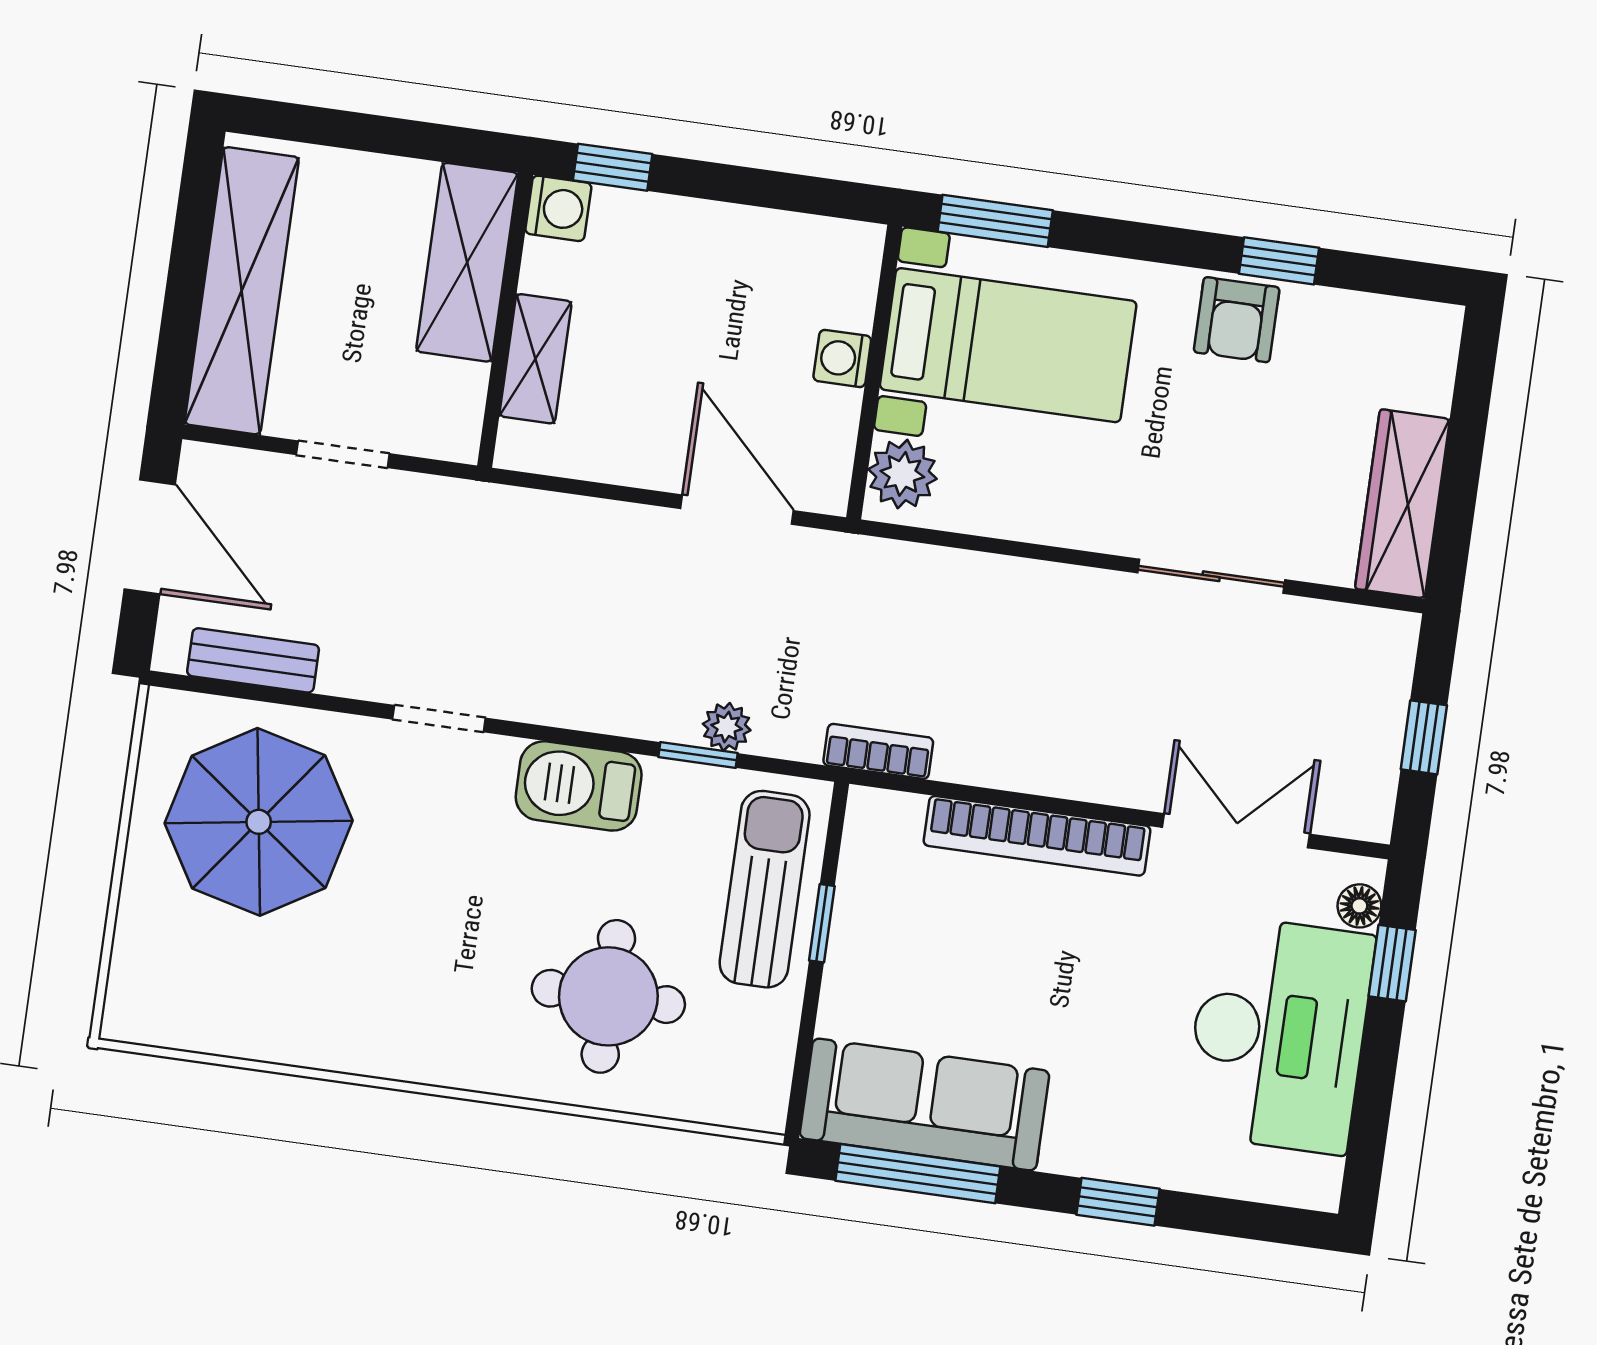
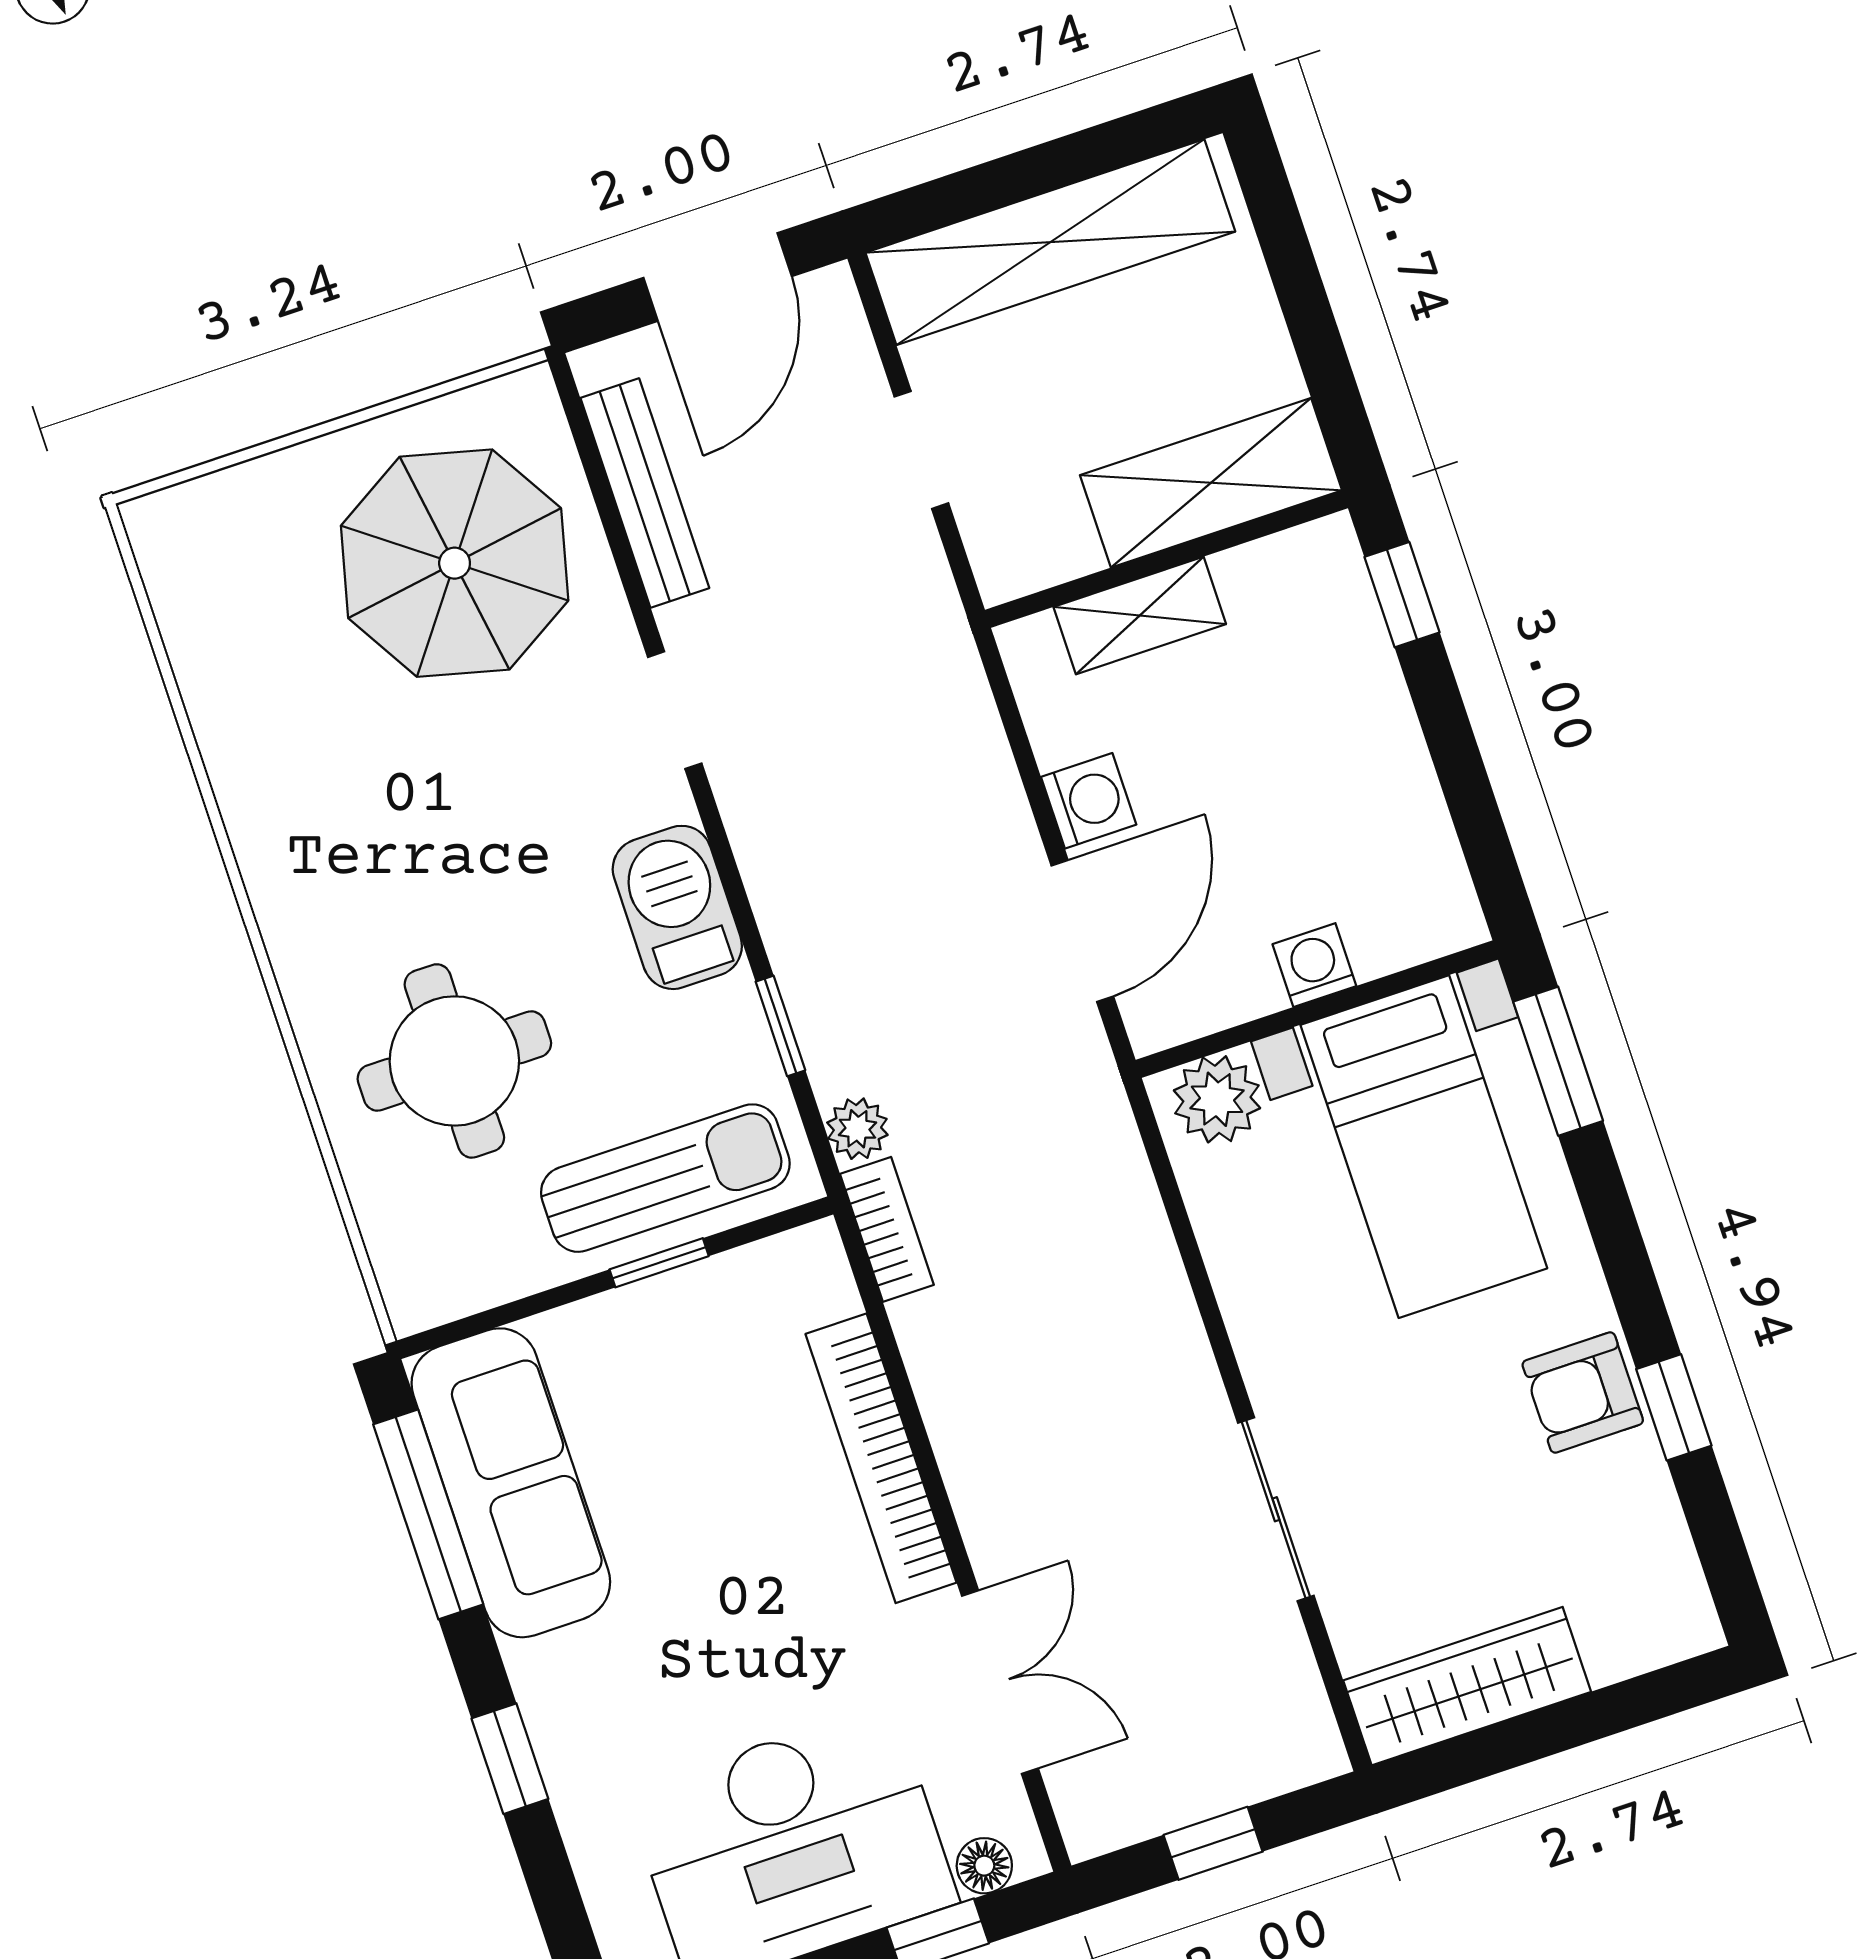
washing machine: (558, 208) -> (1089, 801), moved, turned -90
bench: (253, 660) -> (645, 493), width x1.36
plant: (727, 727) -> (857, 1129), moved

